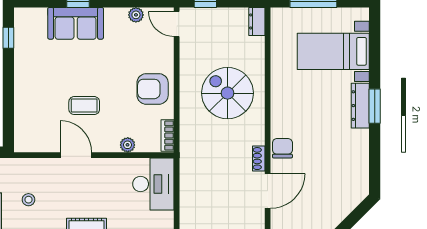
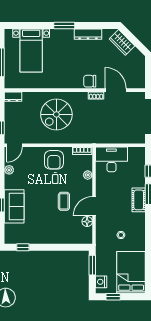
dresser: (360, 106) -> (88, 34), moved
floor lamp: (51, 144) -> (87, 222), added
wardrobe: (347, 201) -> (122, 42), added

